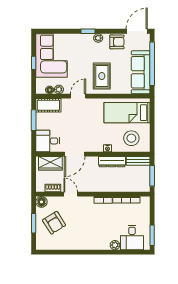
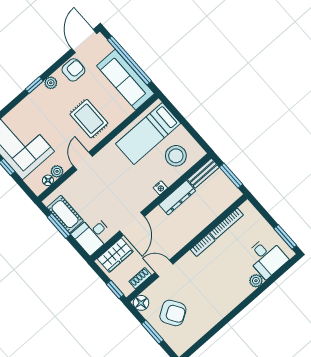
cot: (48, 105) -> (65, 214), moved, turned 90
window: (34, 182) -> (115, 290), added

